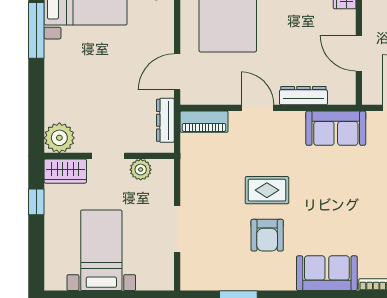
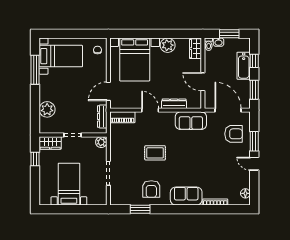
plant: (59, 138) -> (47, 109), moved
plant: (141, 170) -> (101, 142), moved
armchair: (267, 235) -> (151, 189), moved

